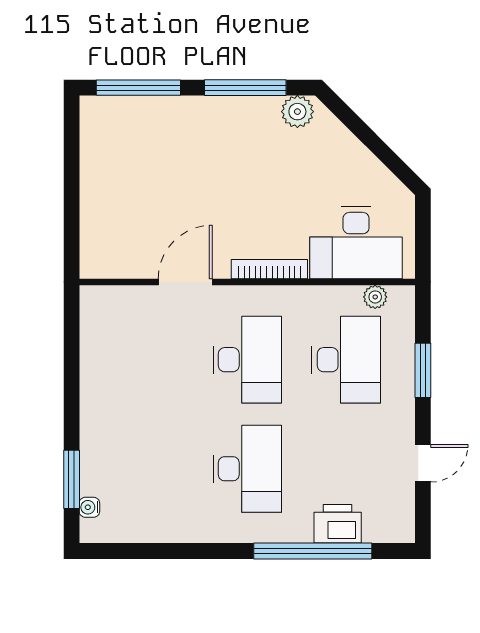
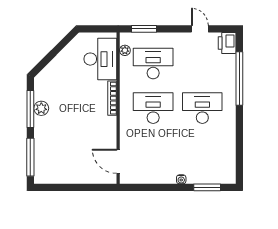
plant: (297, 112) -> (41, 108), moved
door: (185, 282) -> (118, 161), moved
window: (423, 370) -> (144, 29), moved
water cooler: (89, 507) -> (181, 179), moved
printer: (338, 524) -> (227, 43), moved

